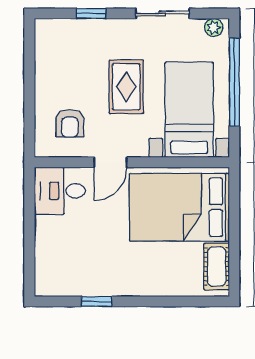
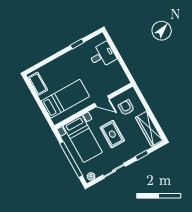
wardrobe: (49, 57) -> (149, 129), added
door: (111, 162) -> (102, 101), swing flipped
desk: (60, 191) -> (102, 55), moved
bed: (179, 207) -> (65, 99), width x0.67

